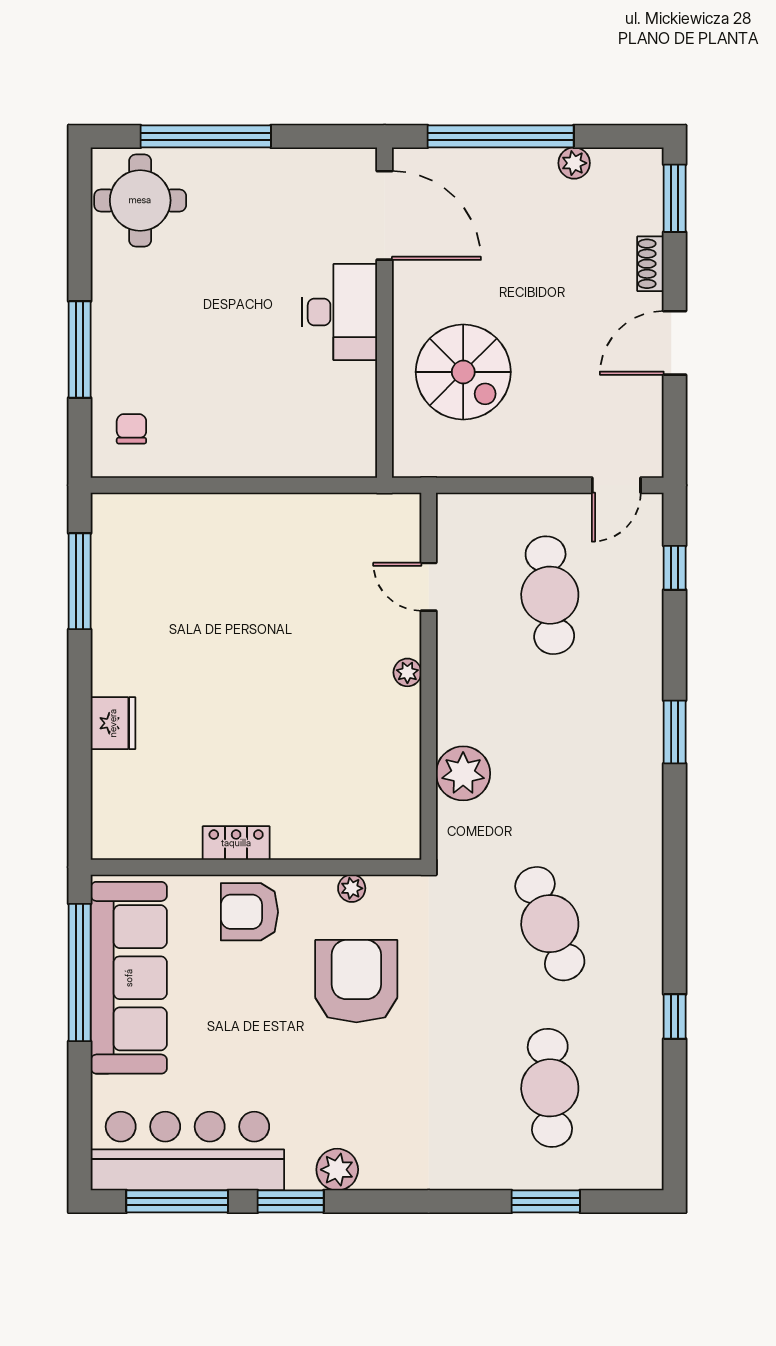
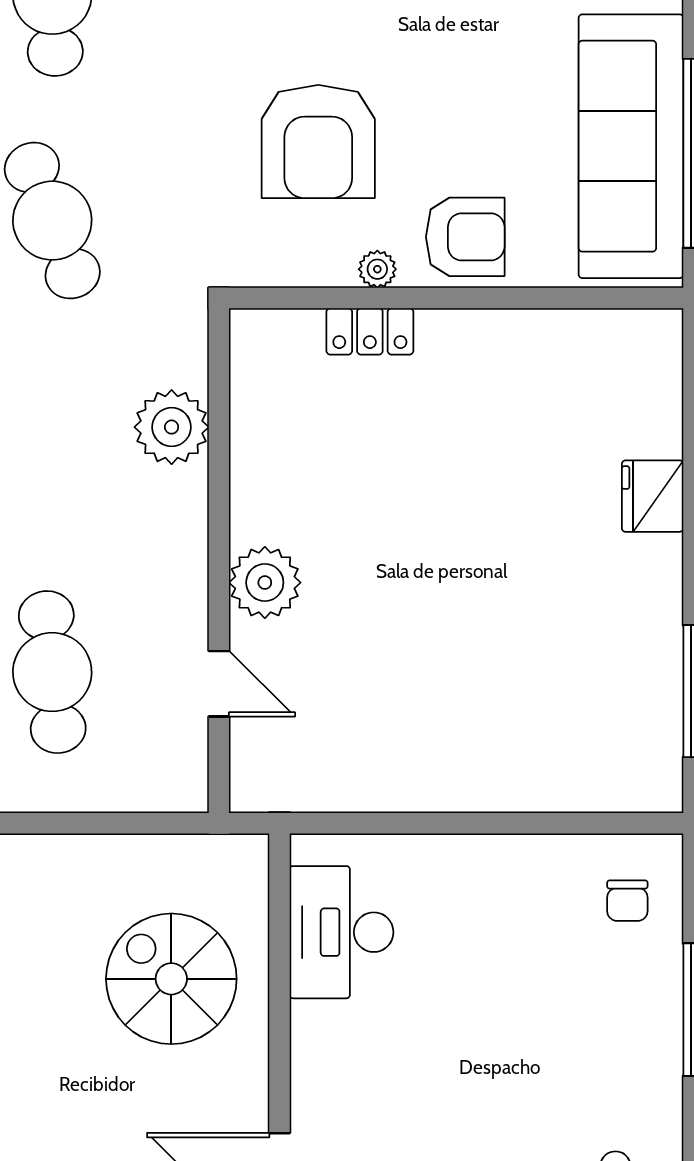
desk: (339, 312) -> (342, 932), moved
plant: (407, 672) -> (265, 583), width x1.88, depth x1.88
locker: (236, 843) -> (370, 331), moved
plant: (352, 888) -> (377, 269), moved

